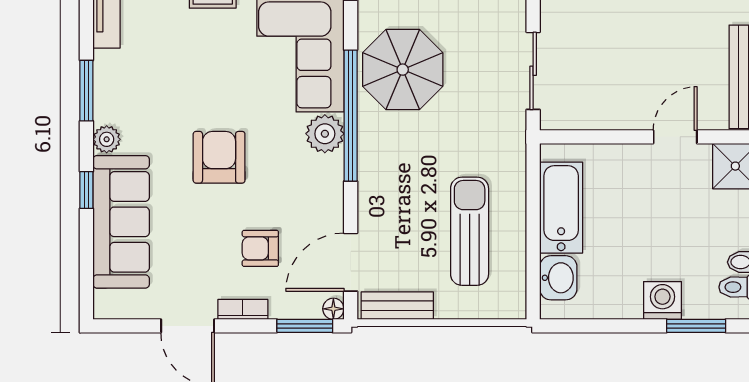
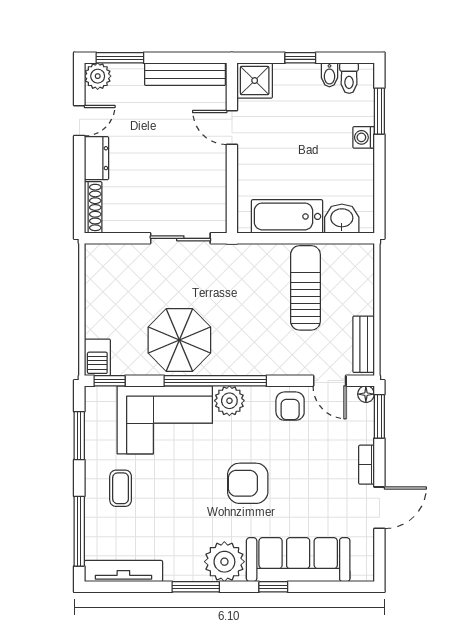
plant: (107, 139) -> (224, 562), width x1.88, depth x1.88
sun lounger: (470, 231) -> (305, 288), turned 90
armchair: (260, 248) -> (290, 406), moved
door: (351, 262) -> (330, 381), width x0.73
washing machine: (662, 301) -> (364, 137), width x0.73, depth x0.73

